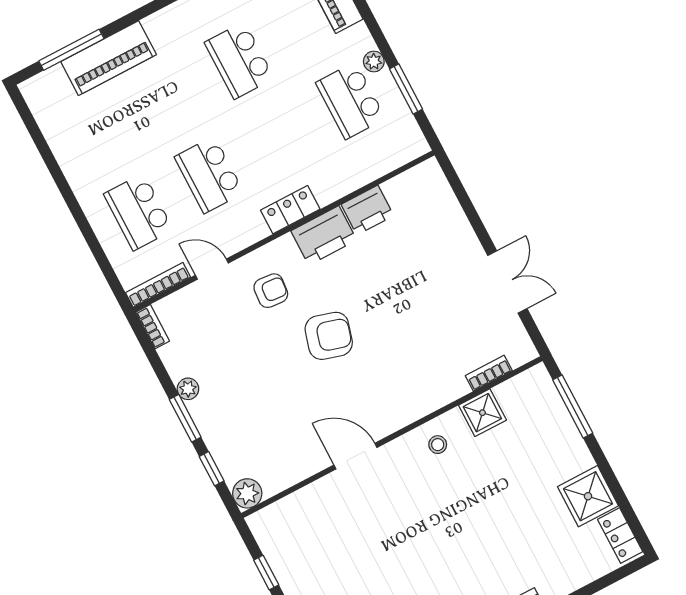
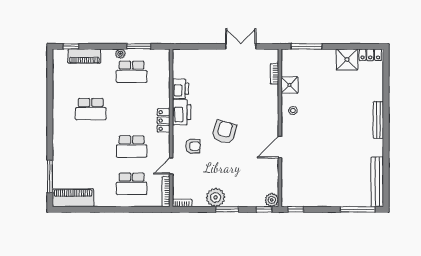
piano: (109, 58) -> (73, 198), moved, turned -90
armchair: (271, 291) -> (193, 146), turned 85
plant: (188, 389) -> (216, 197), width x1.87, depth x1.87
window: (212, 469) -> (264, 209), moved
window: (266, 573) -> (296, 209), moved

